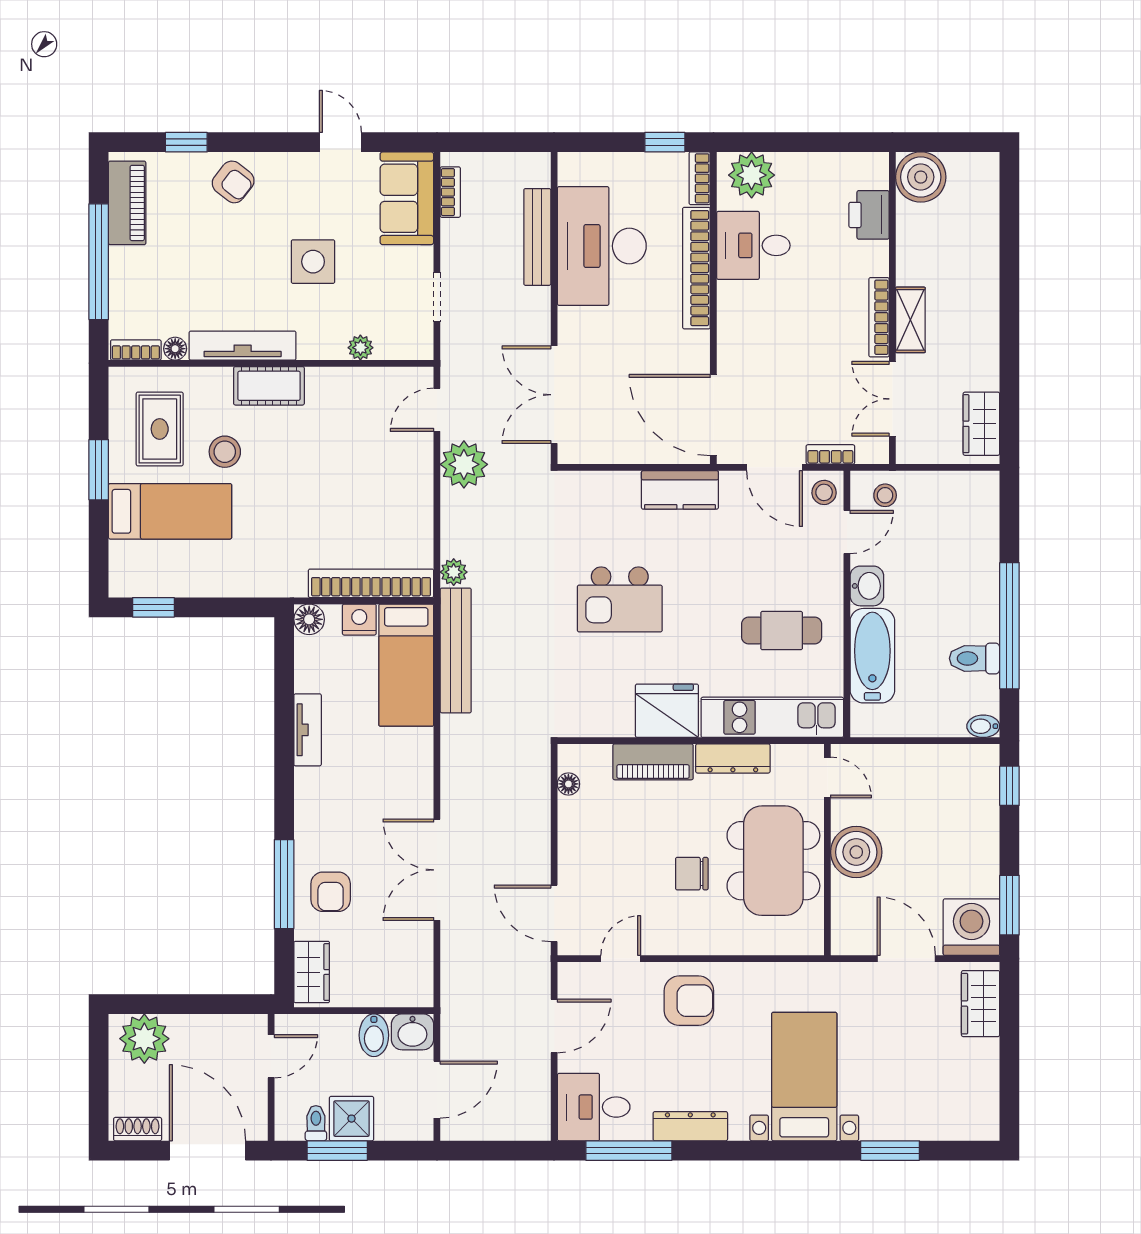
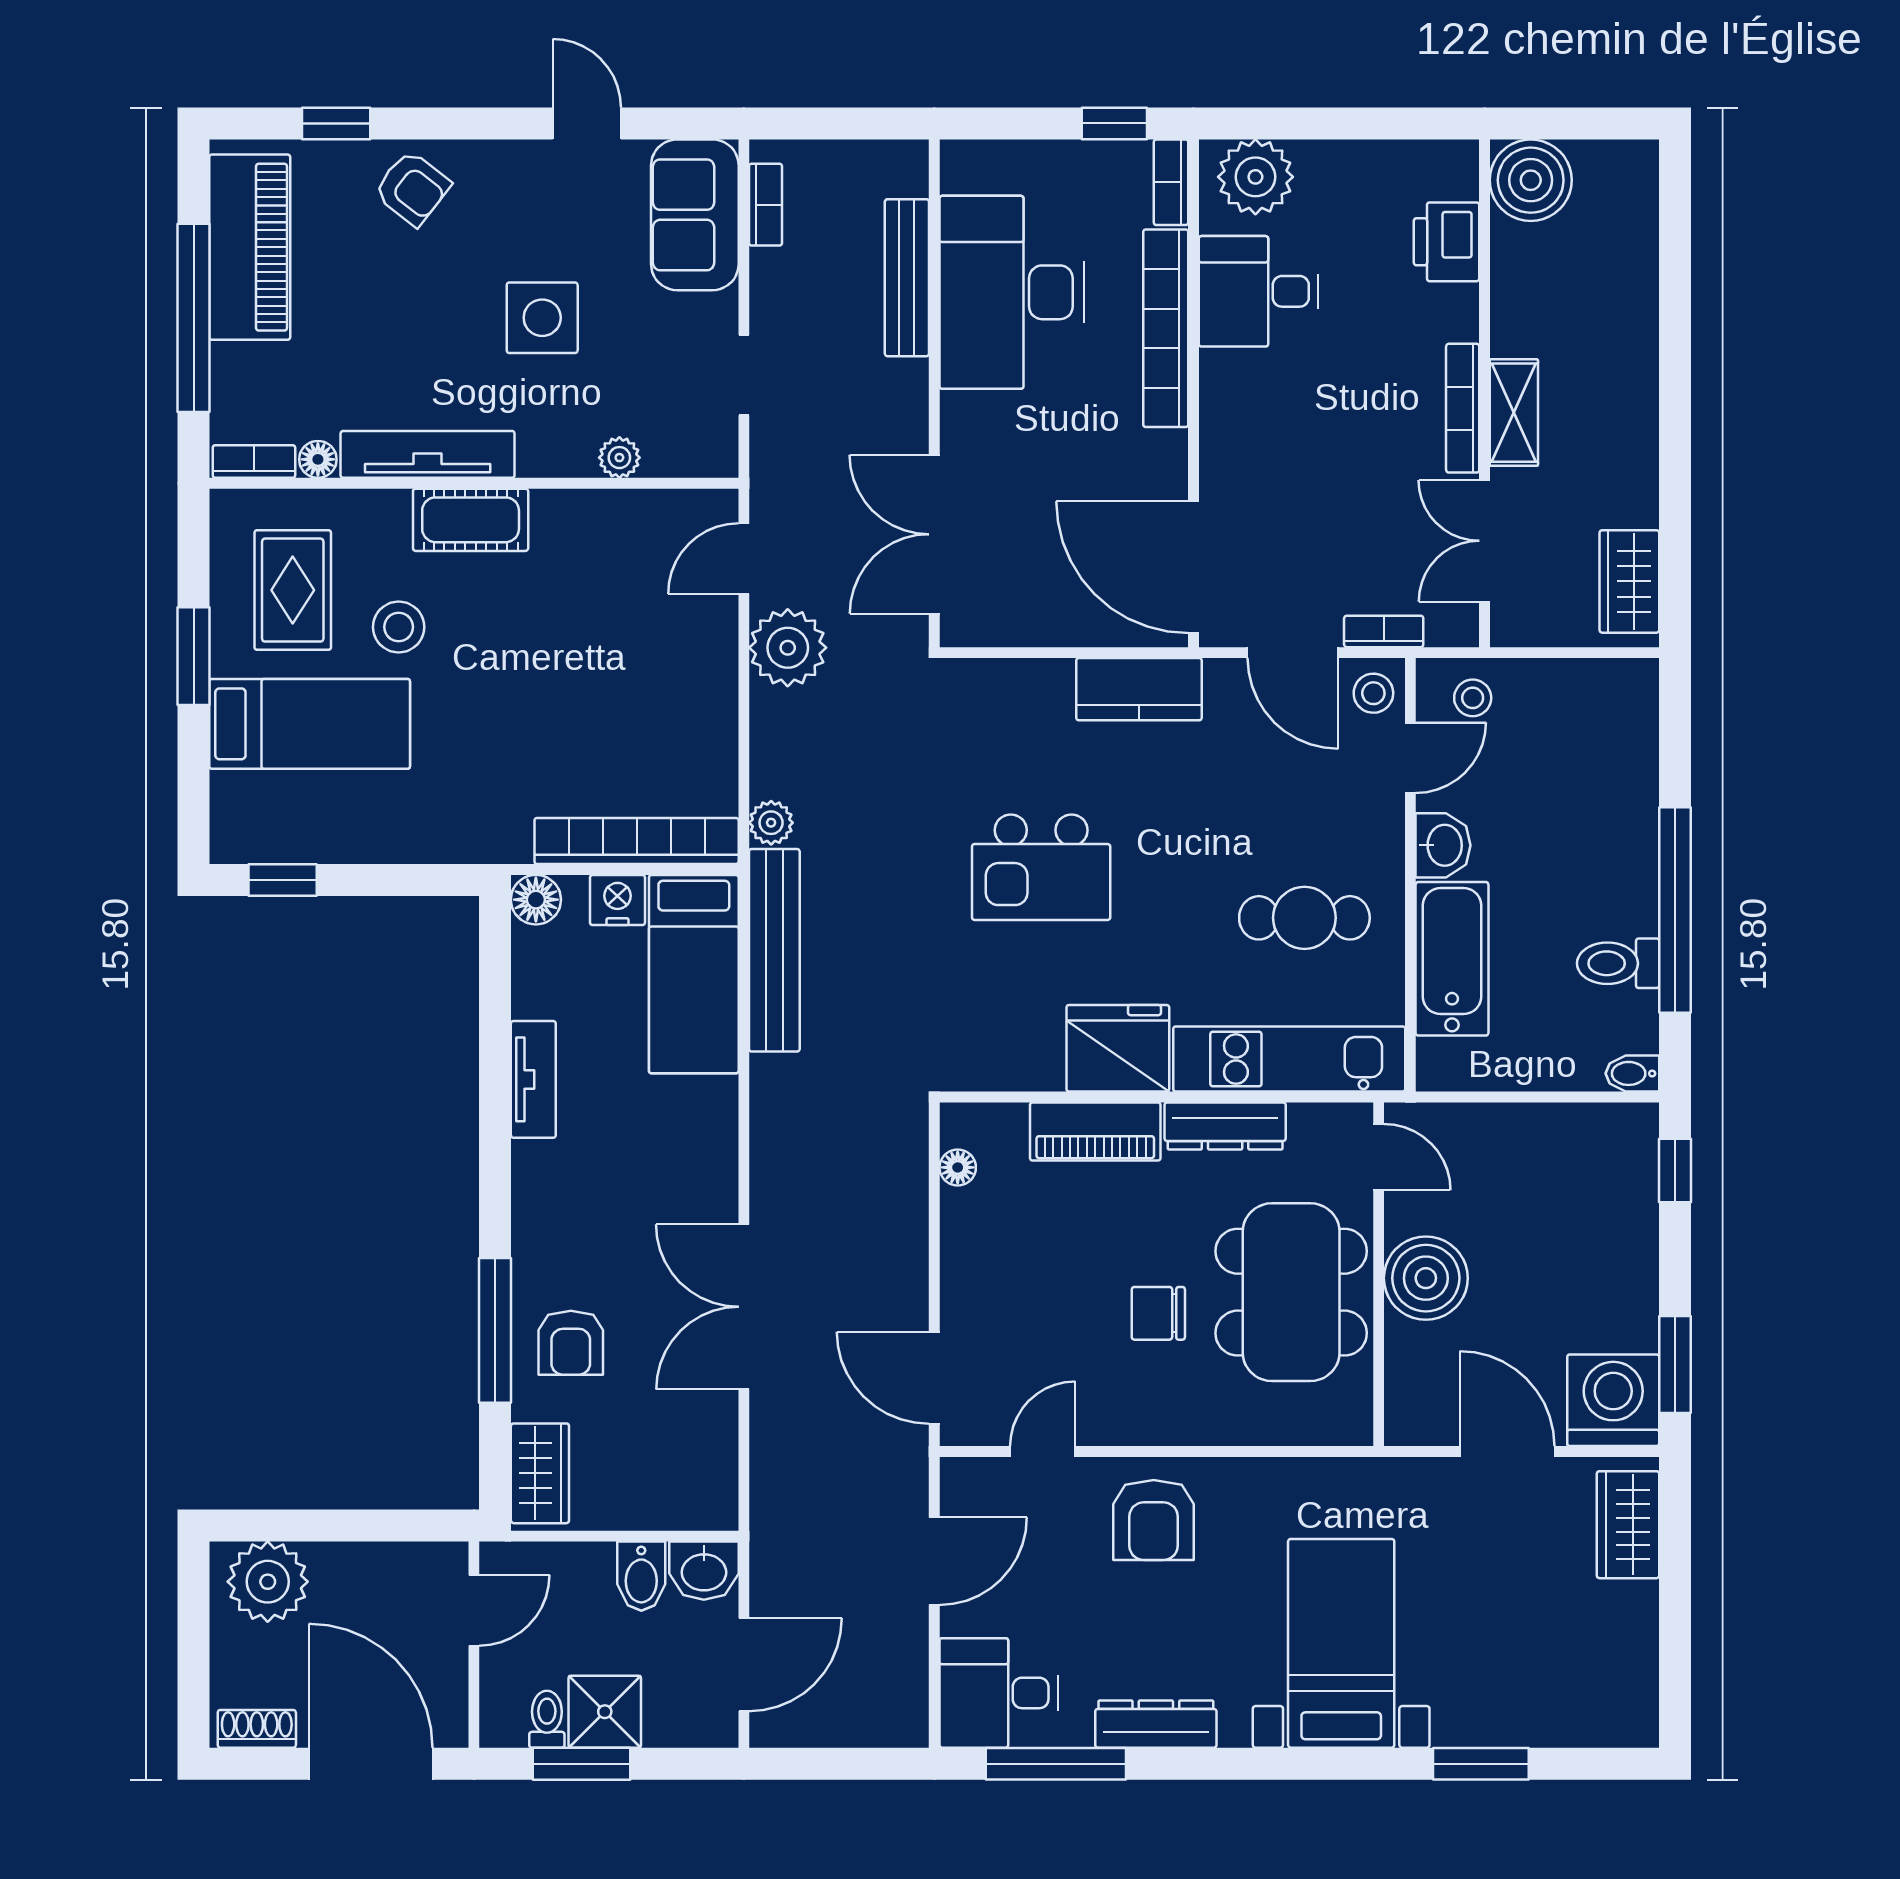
piano: (127, 203) -> (250, 247), width x1.37, depth x1.33
armchair: (689, 1001) -> (1154, 1520), turned 90

